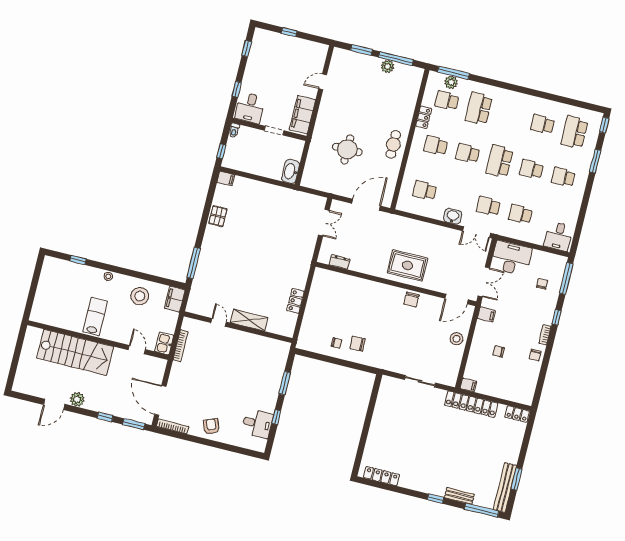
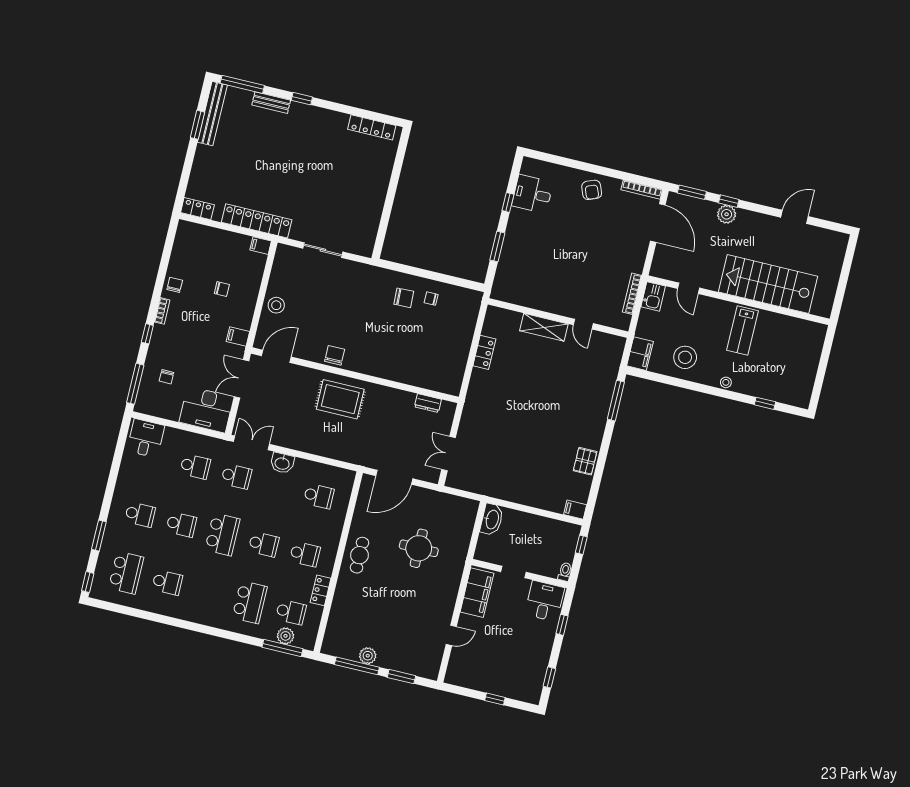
plant: (77, 399) -> (727, 214), moved

